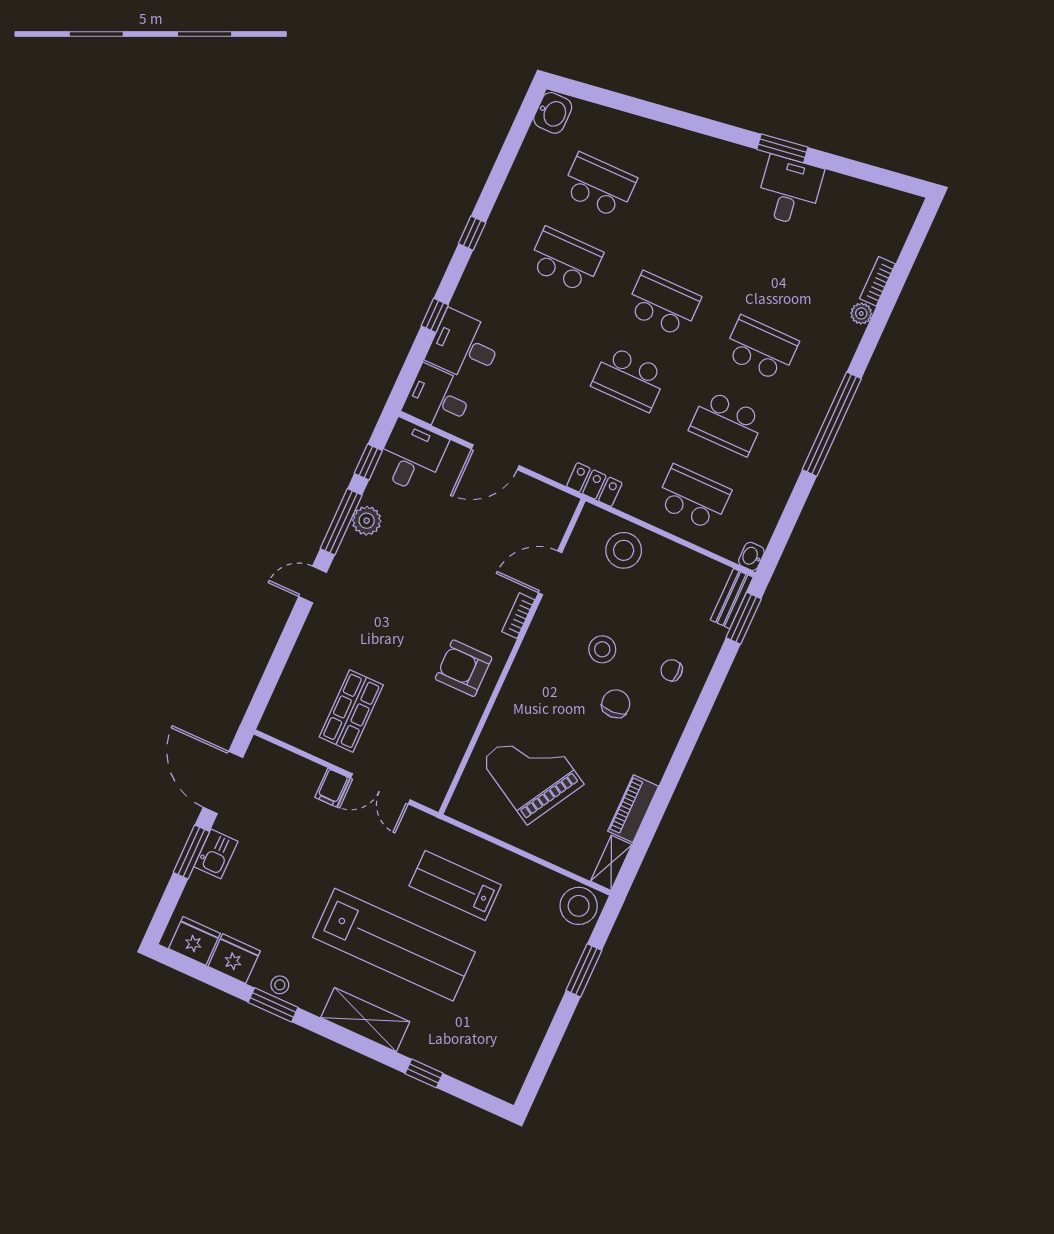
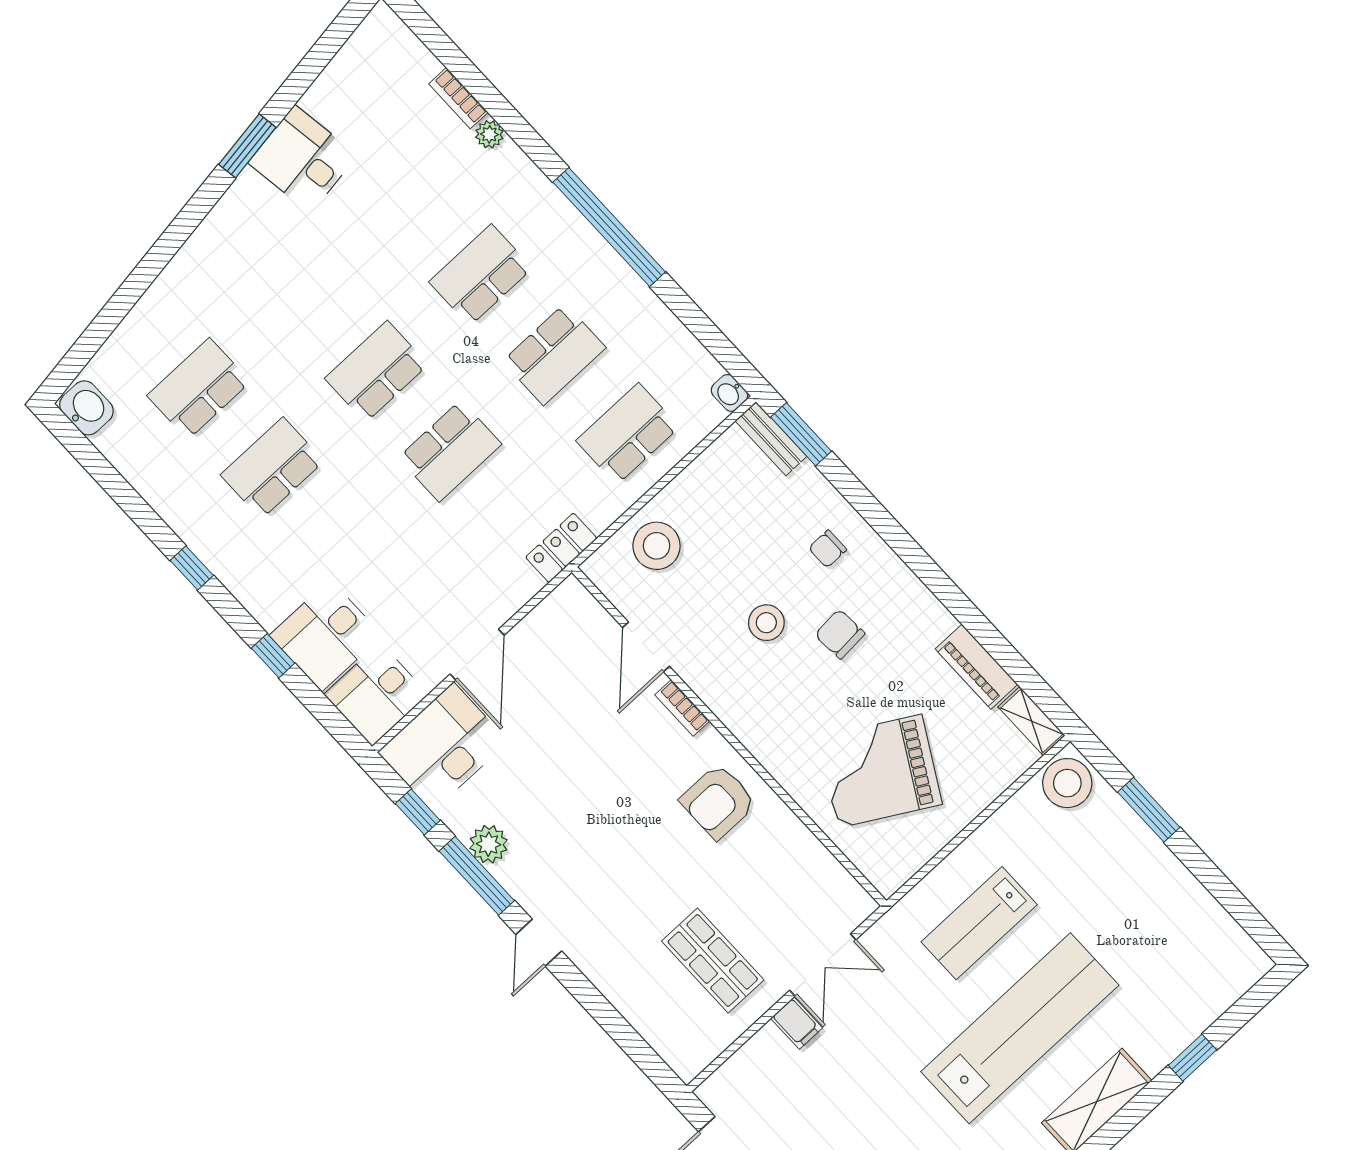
desk: (411, 456) -> (443, 747), width x1.37

